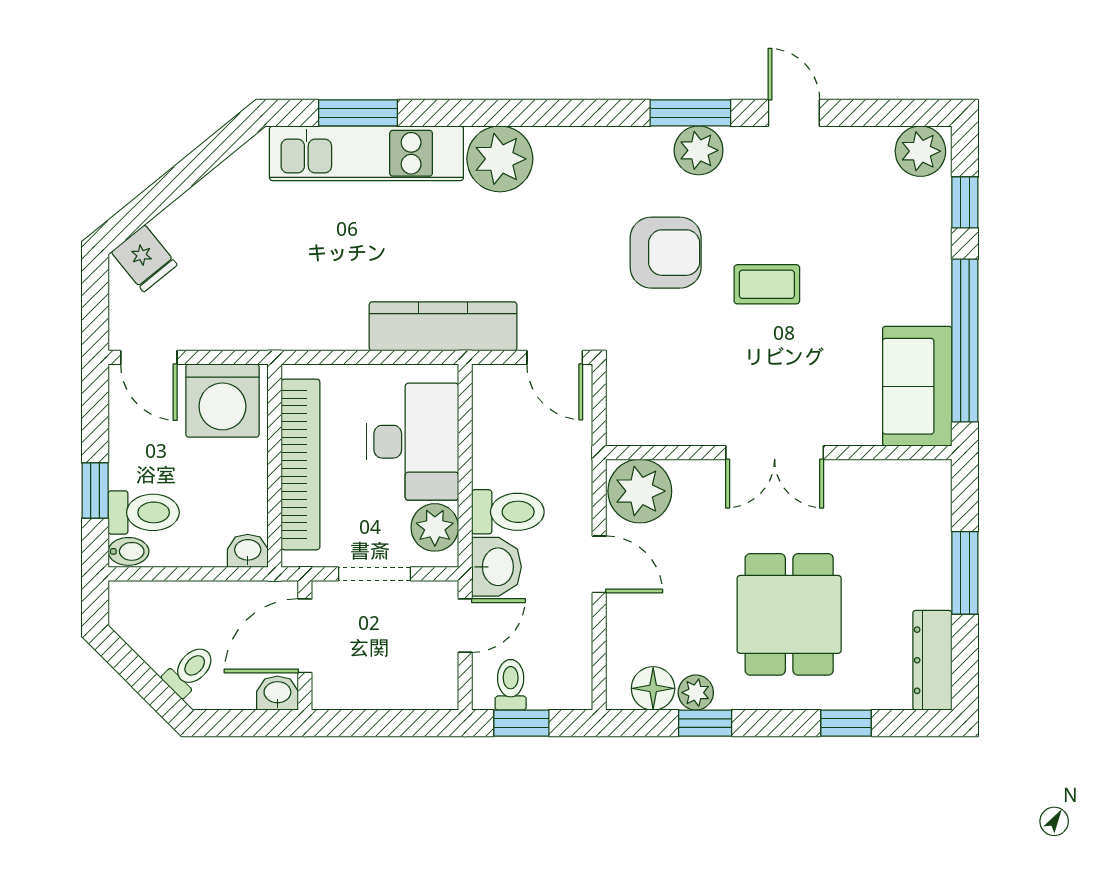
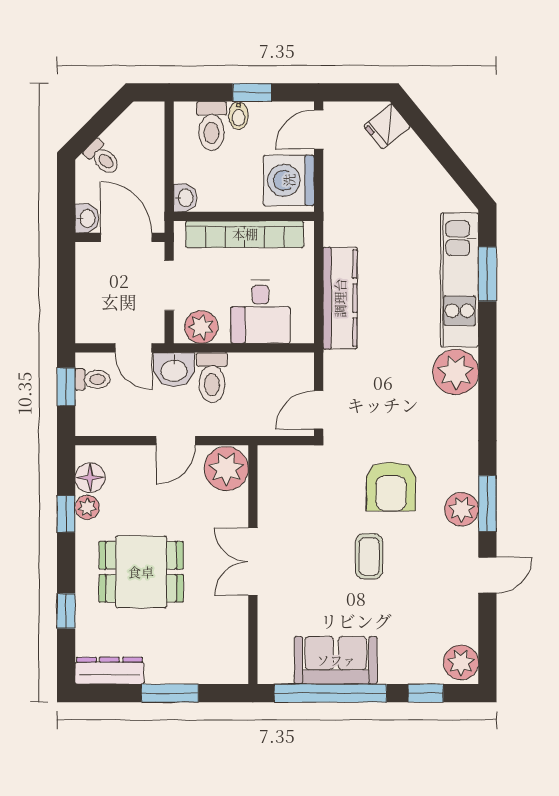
kitchen counter: (443, 326) -> (340, 298), moved
sofa: (917, 386) -> (336, 660), moved
desk: (413, 442) -> (260, 312), width x0.73
window: (95, 490) -> (252, 92), moved
bidet: (128, 551) -> (238, 116), moved

